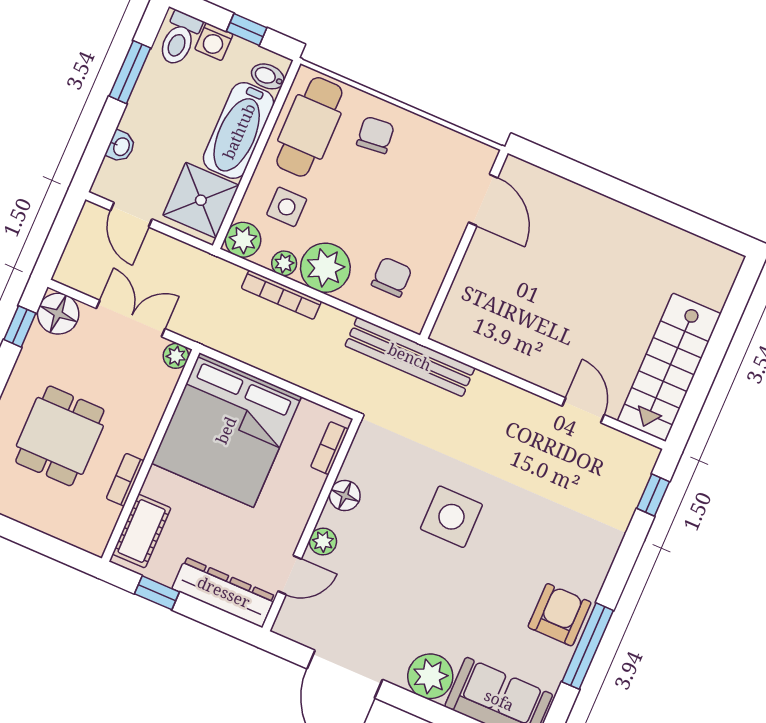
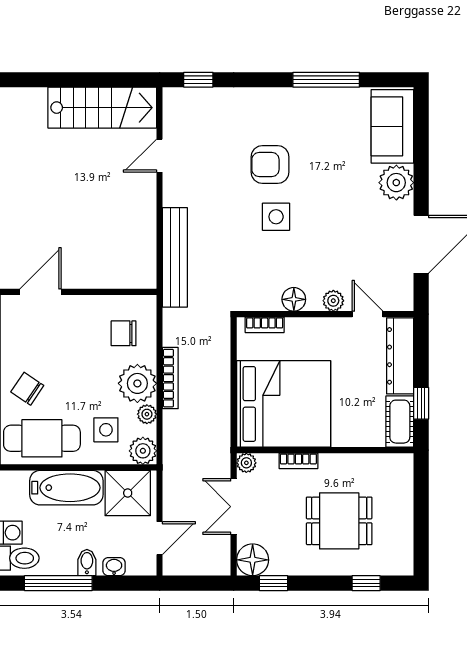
window: (130, 72) -> (58, 583), width x1.44
bidet: (268, 76) -> (87, 563), moved, turned 180
chair: (375, 135) -> (27, 389), turned 40
bookcase: (281, 295) -> (170, 378), moved
bench: (410, 357) -> (175, 257), moved
bookcase: (125, 480) -> (298, 461), moved
side table: (451, 517) -> (276, 217), width x0.73, depth x0.73
cot: (142, 531) -> (400, 422), moved, turned 90
armchair: (560, 615) -> (270, 165), moved

